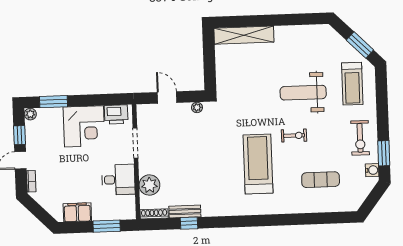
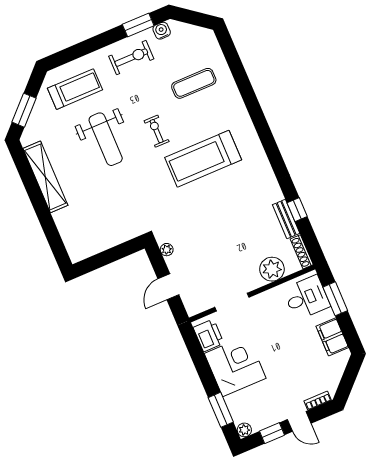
shelving: (244, 35) -> (45, 177), moved
window: (360, 45) -> (24, 110), moved
desk: (118, 180) -> (307, 298), moved, turned 90
exercise mat: (321, 180) -> (194, 83), turned 90

